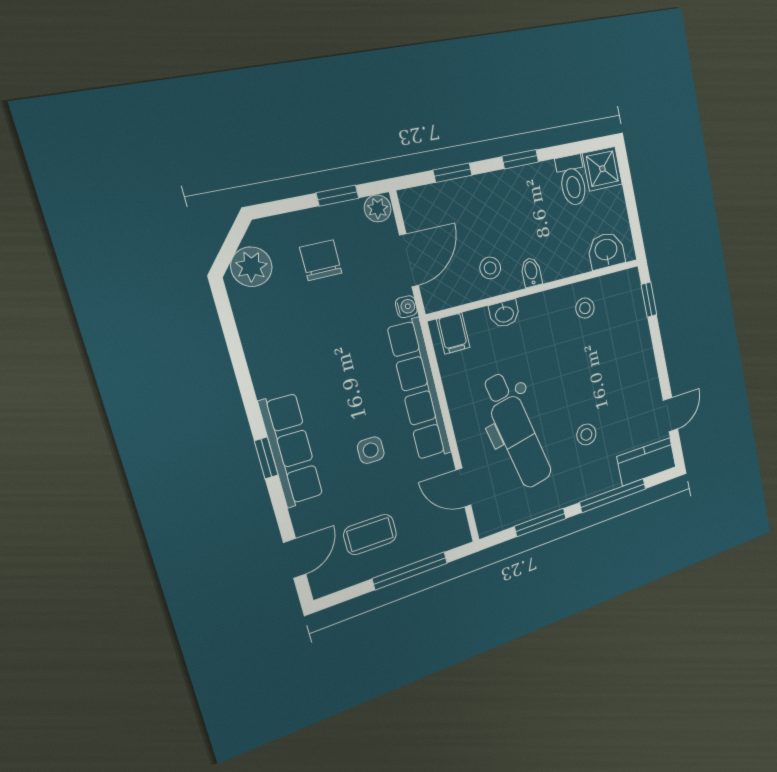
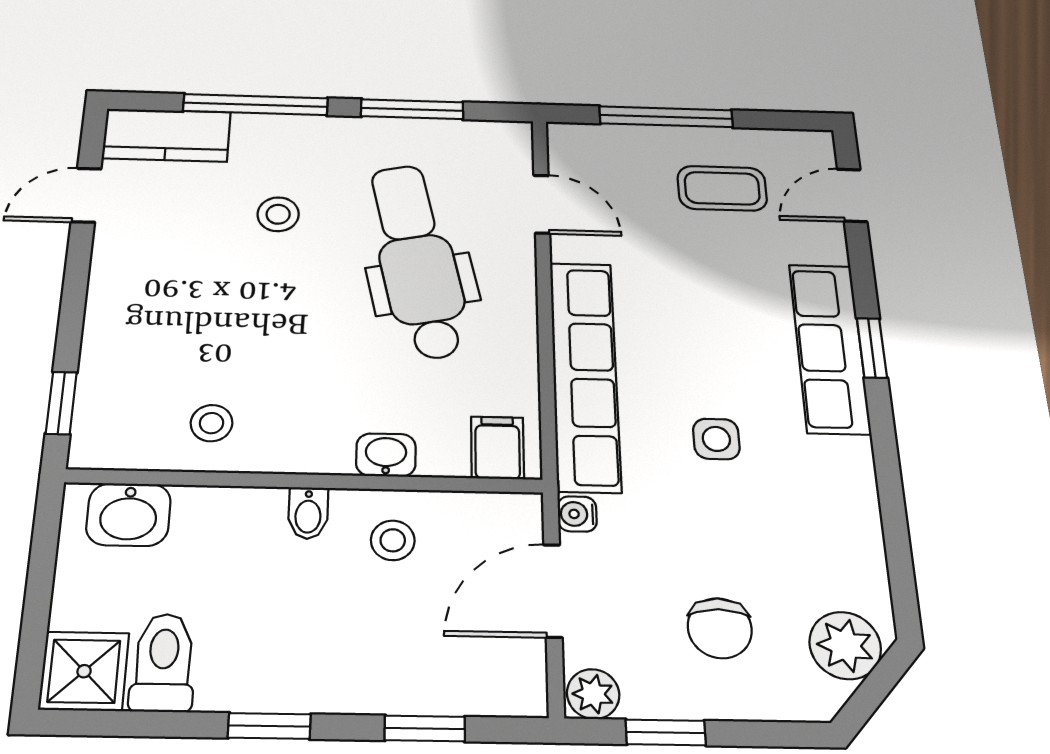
side table: (371, 450) -> (716, 439), moved

